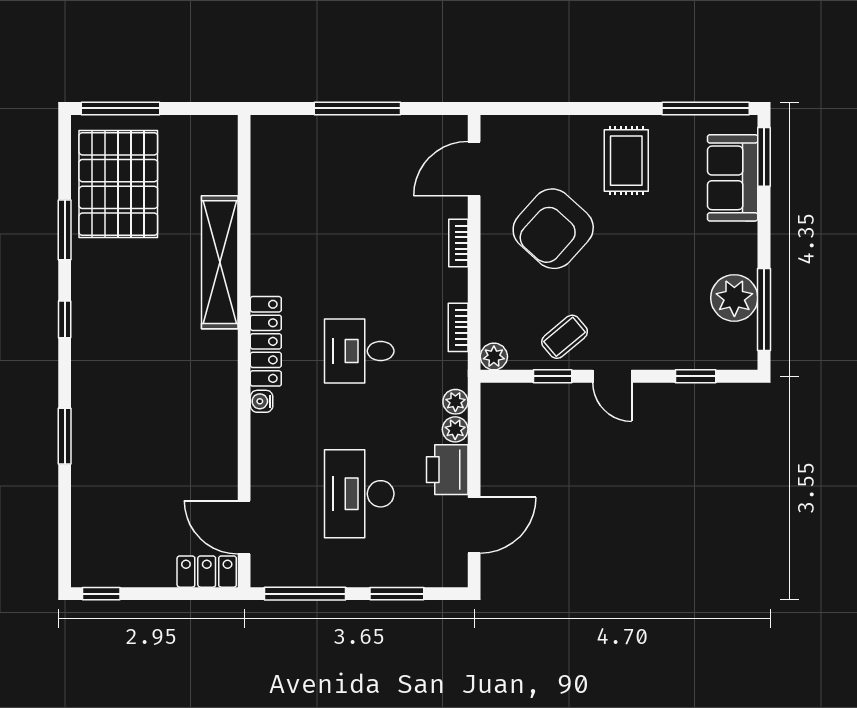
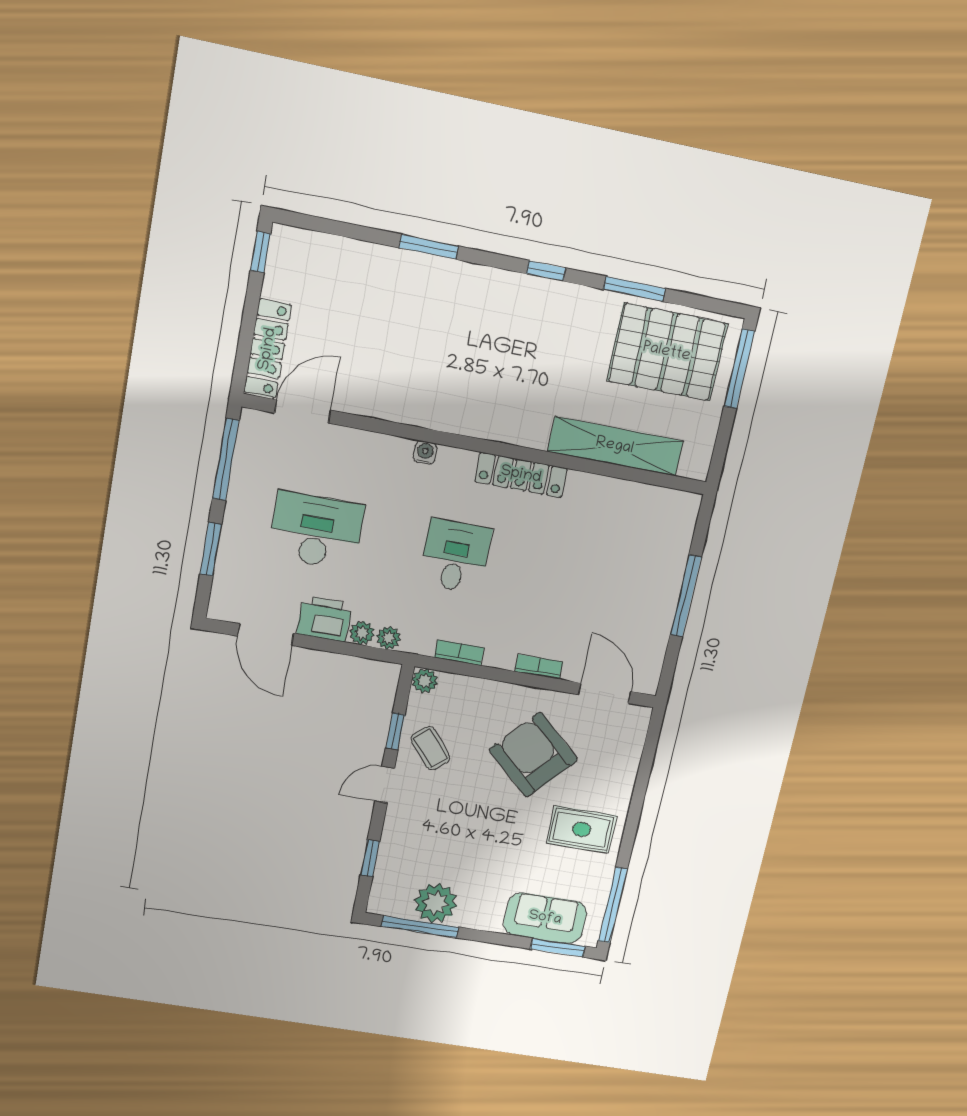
shelving: (220, 262) -> (615, 446), moved
locker: (266, 341) -> (521, 475), moved
locker: (207, 572) -> (268, 349), width x1.53

